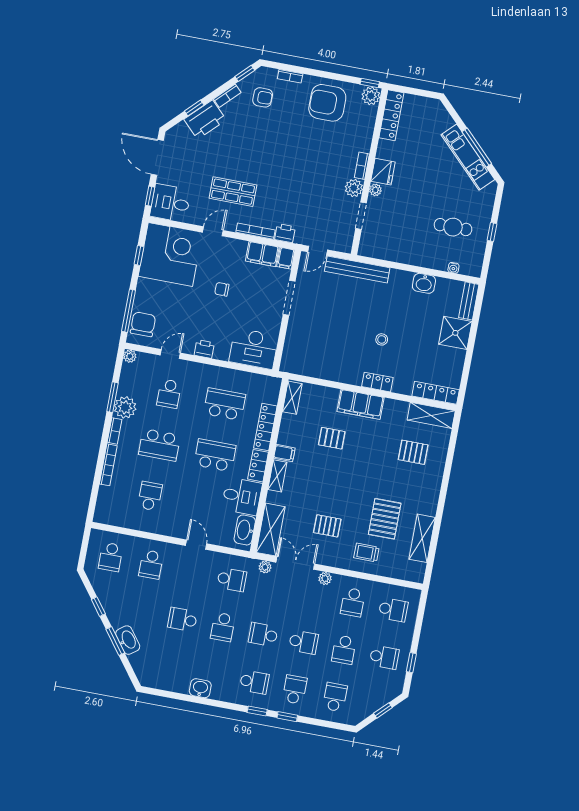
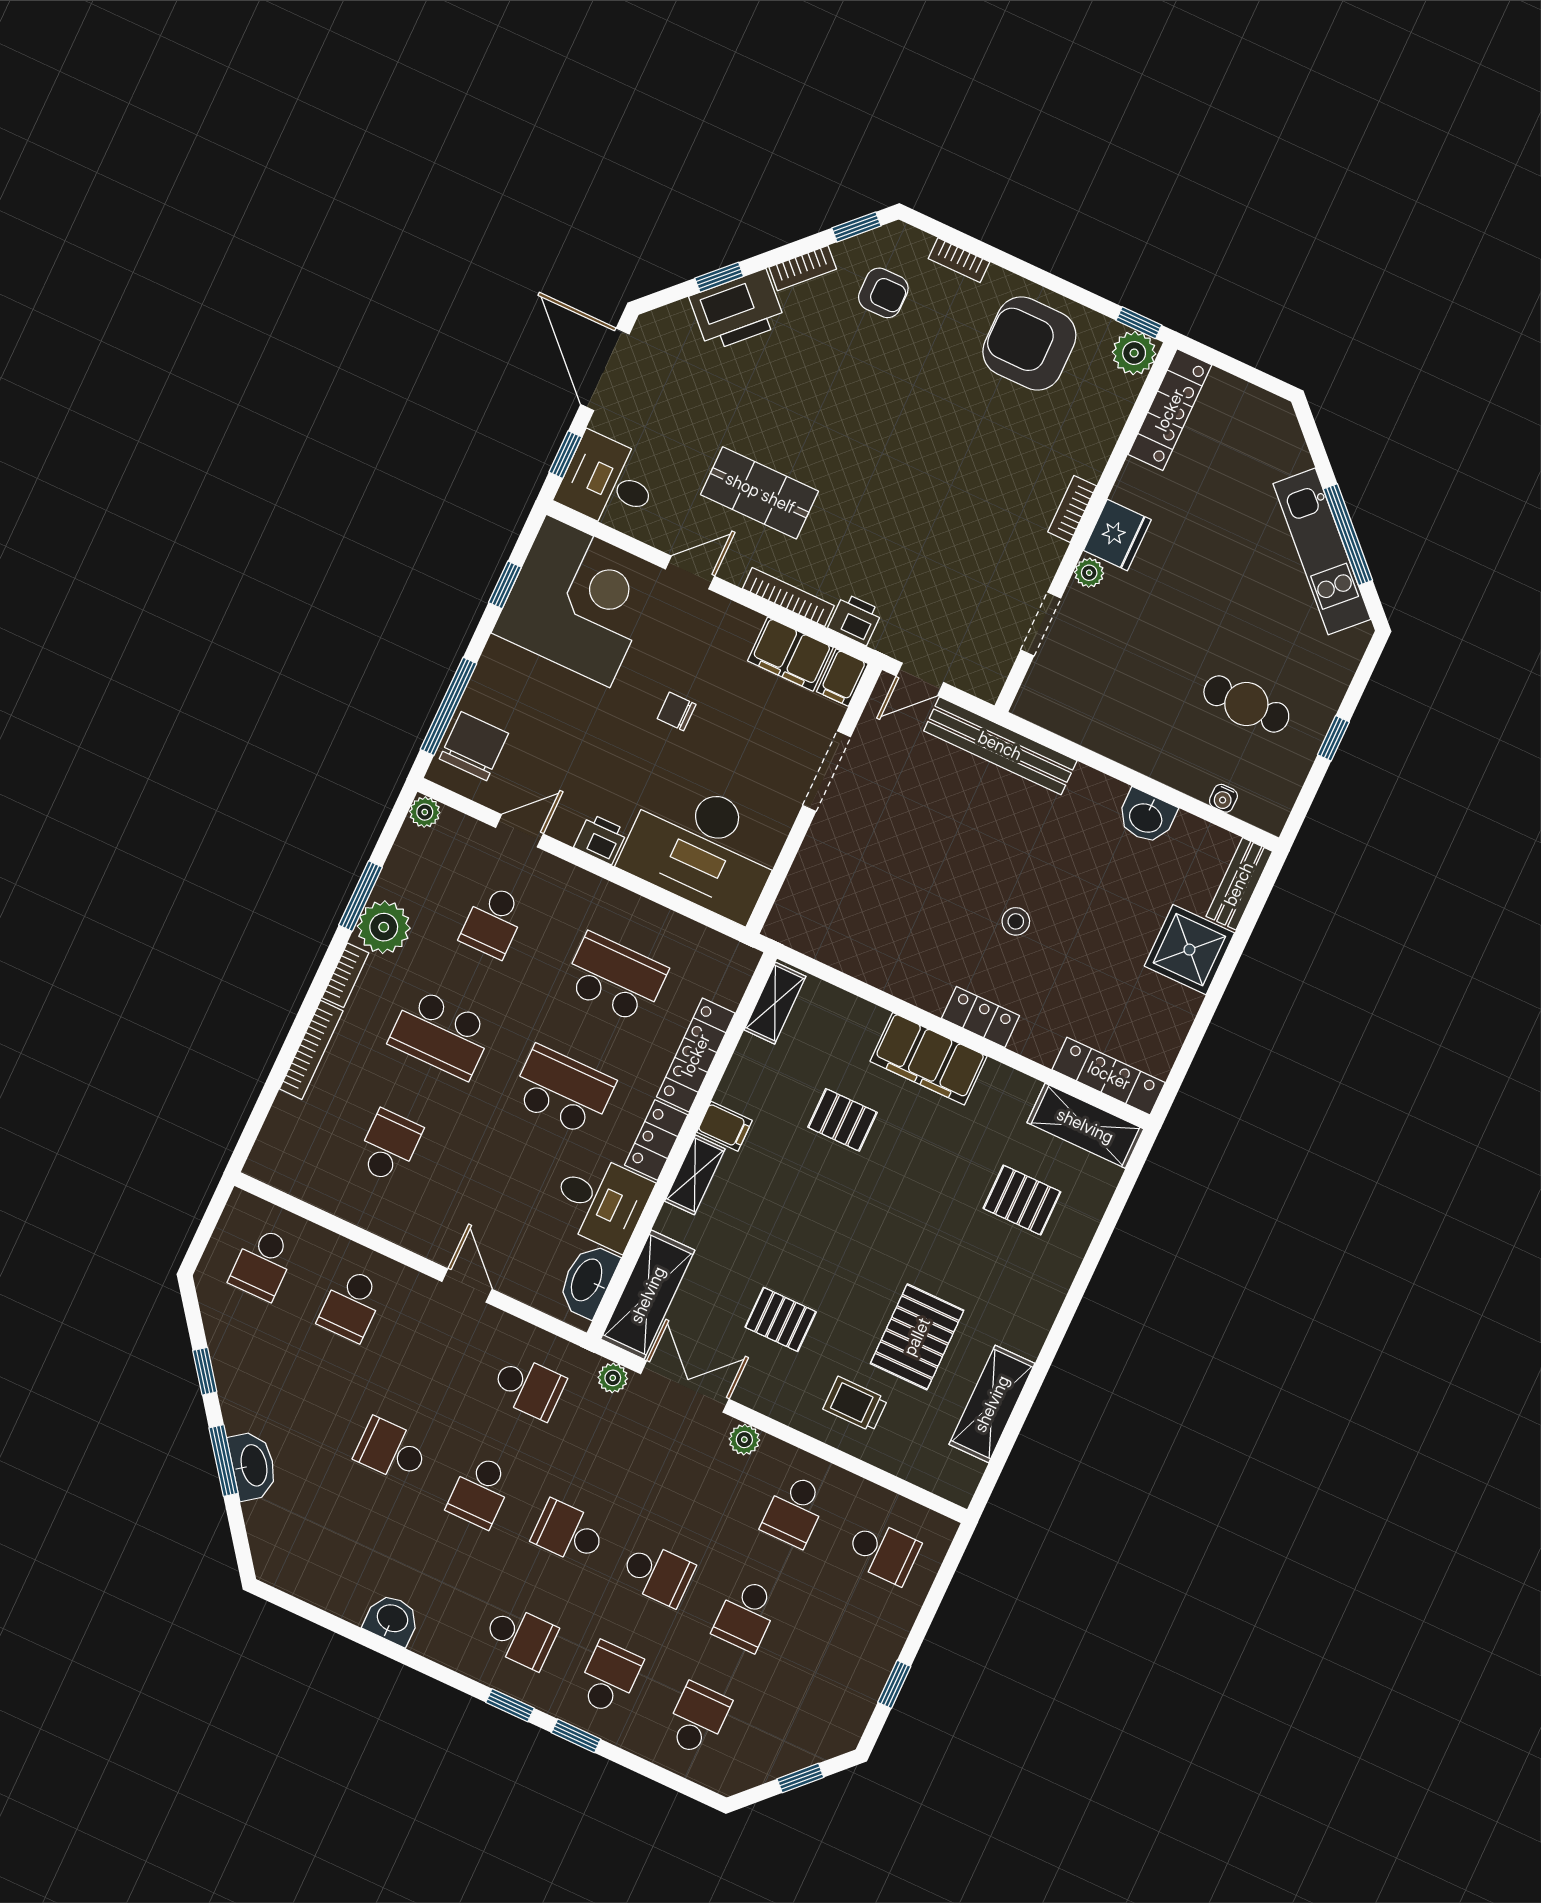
plant: (354, 188) -> (1041, 556), removed
desk: (254, 349) -> (703, 848), width x1.36, depth x1.30
school desk: (384, 657) -> (835, 1656), removed

